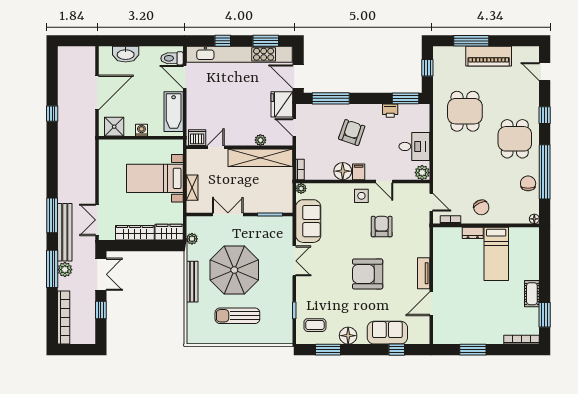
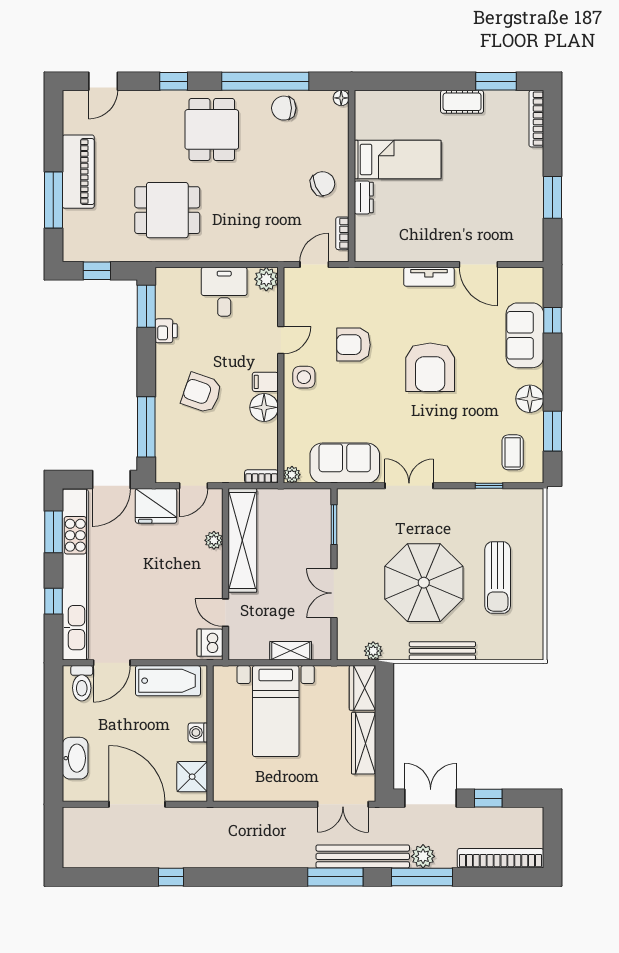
dining table: (515, 139) -> (212, 129), turned 90

